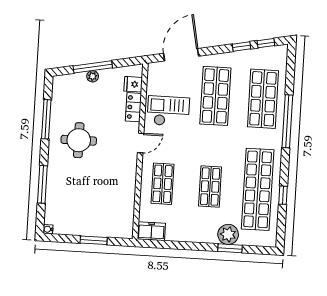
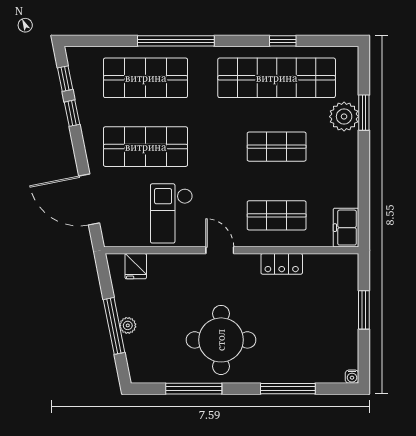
locker: (133, 107) -> (282, 264), moved
round table: (79, 140) -> (221, 340), width x1.36, depth x1.36

